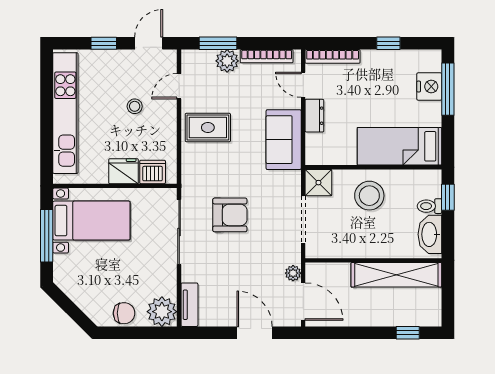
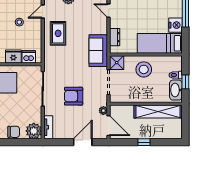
nightstand: (429, 87) -> (176, 25), moved
dresser: (314, 116) -> (115, 37), moved
rug: (208, 127) -> (58, 33), turned 90
sofa: (284, 140) -> (98, 51), moved
window: (448, 197) -> (185, 82), moved
armchair: (230, 215) -> (74, 96), moved, turned 180
door: (255, 333) -> (83, 142), hinge flipped
window: (408, 333) -> (144, 142), moved

